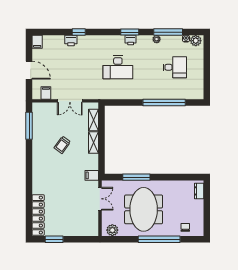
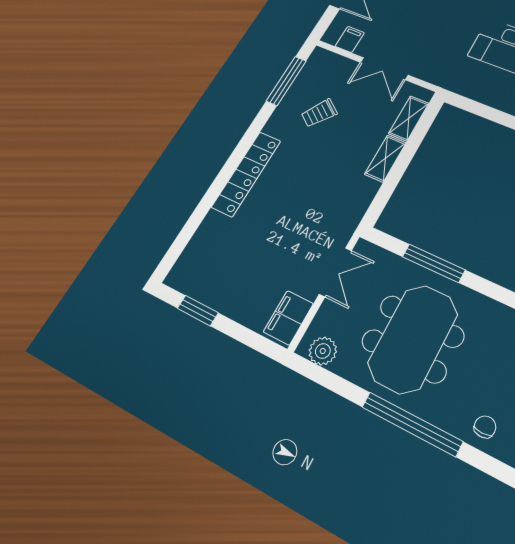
trolley: (62, 145) -> (319, 113), moved
filing cabinet: (92, 175) -> (288, 318), moved, width x2.00
locker: (38, 215) -> (246, 174), moved

